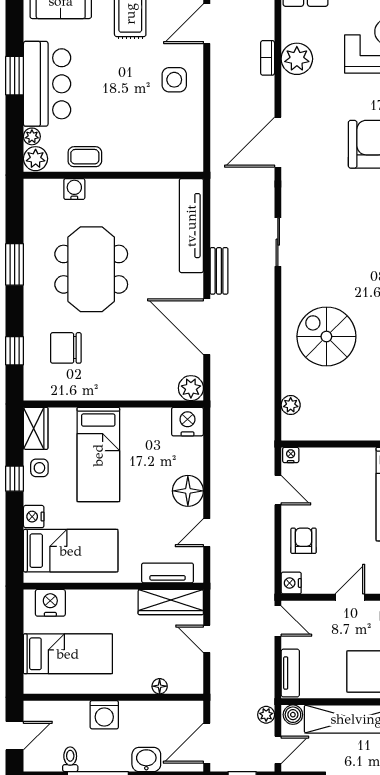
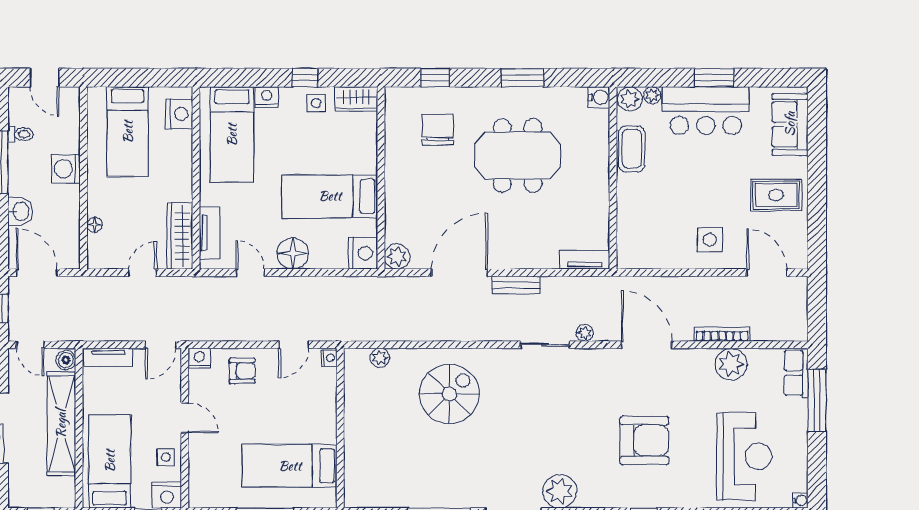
bookcase: (268, 58) -> (722, 334), width x1.56
coffee table: (85, 157) -> (632, 149), width x1.36, depth x1.30
water cooler: (74, 189) -> (599, 97), moved
tv unit: (191, 226) -> (585, 260), width x0.52, depth x0.78
bed: (98, 455) -> (330, 196), moved
plant: (266, 715) -> (585, 333), moved

